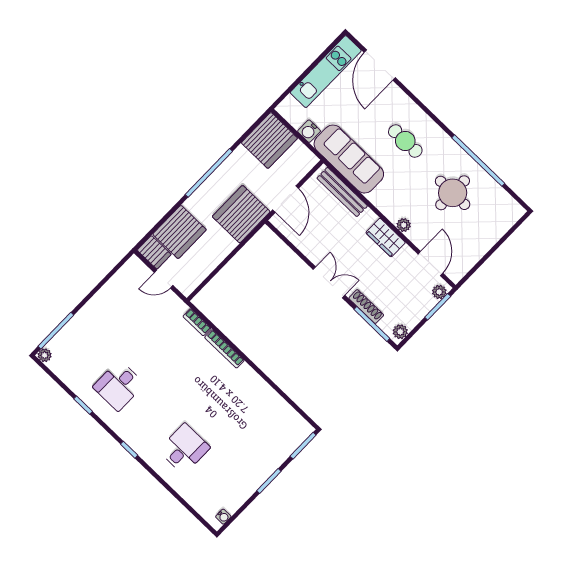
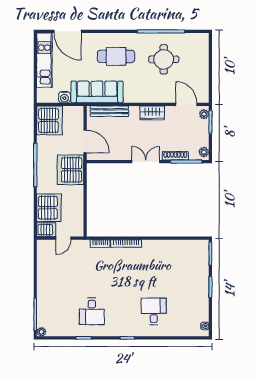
cafe table: (405, 141) -> (116, 56), width x1.37, depth x1.35
plant: (404, 225) -> (155, 98), removed

